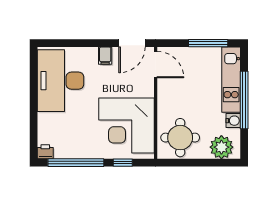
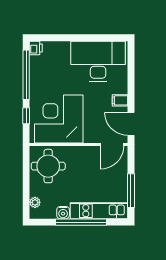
plant: (221, 147) -> (35, 202), width x0.53, depth x0.53

